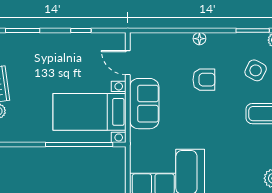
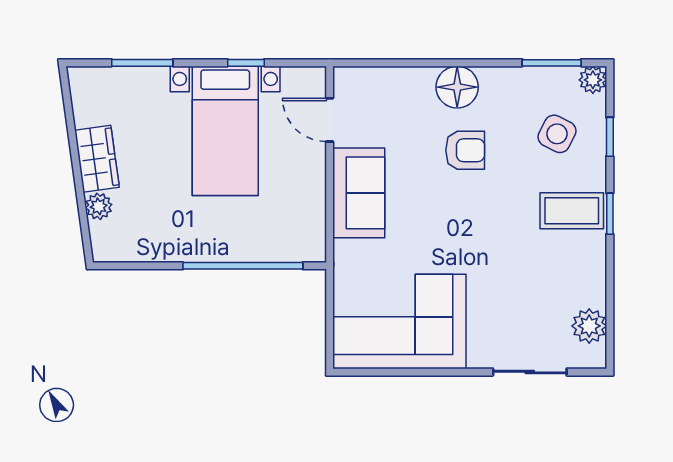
floor lamp: (199, 39) -> (457, 87), width x1.89, depth x1.89
bed with nightstands: (90, 112) -> (225, 131), moved, turned -90

